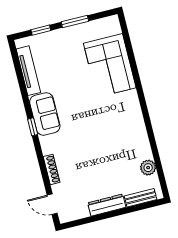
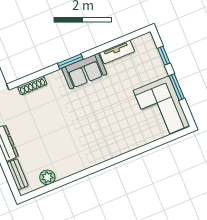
corner sofa: (110, 65) -> (161, 108), moved, turned -90
tv unit: (28, 71) -> (117, 52), width x0.71
window: (33, 127) -> (70, 61), width x1.50

